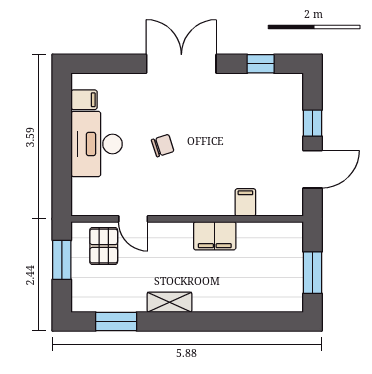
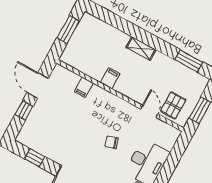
door: (313, 169) -> (38, 85), hinge flipped
filing cabinet: (215, 236) -> (110, 78), width x0.50
shelving: (169, 302) -> (141, 48), moved

